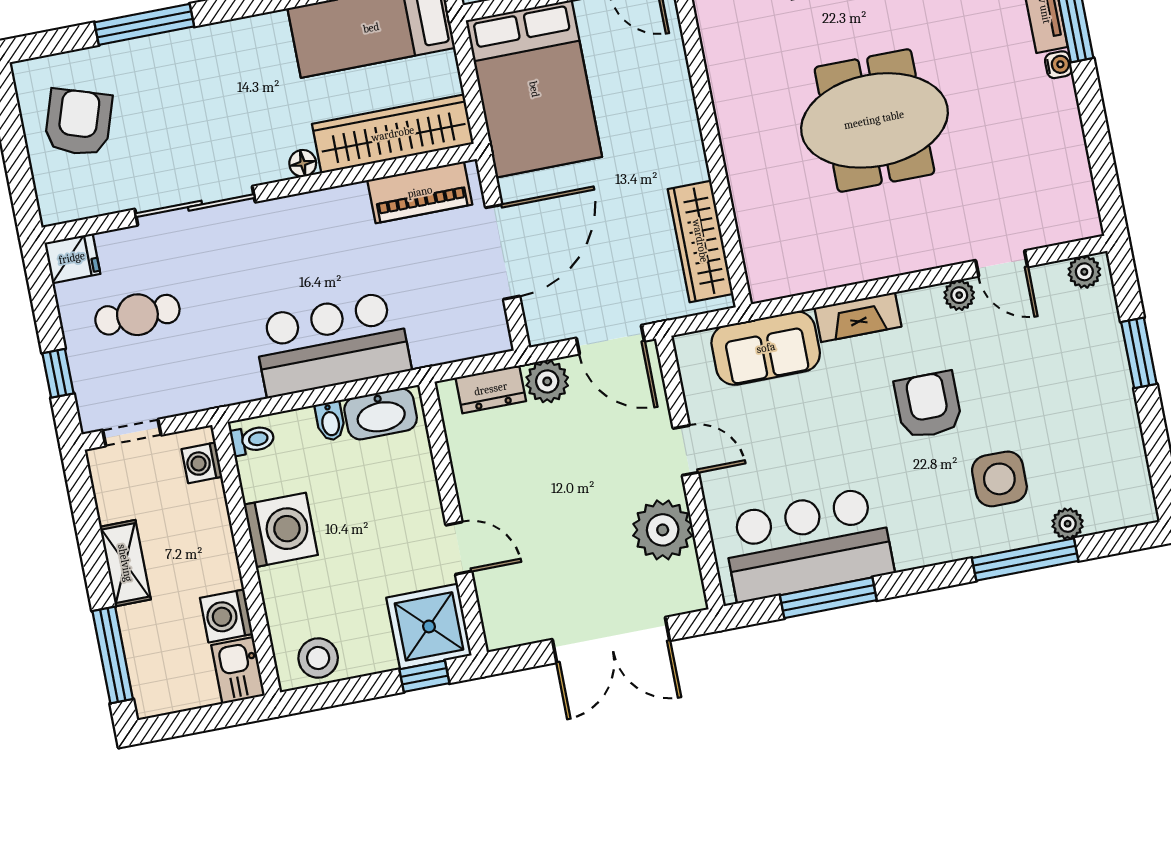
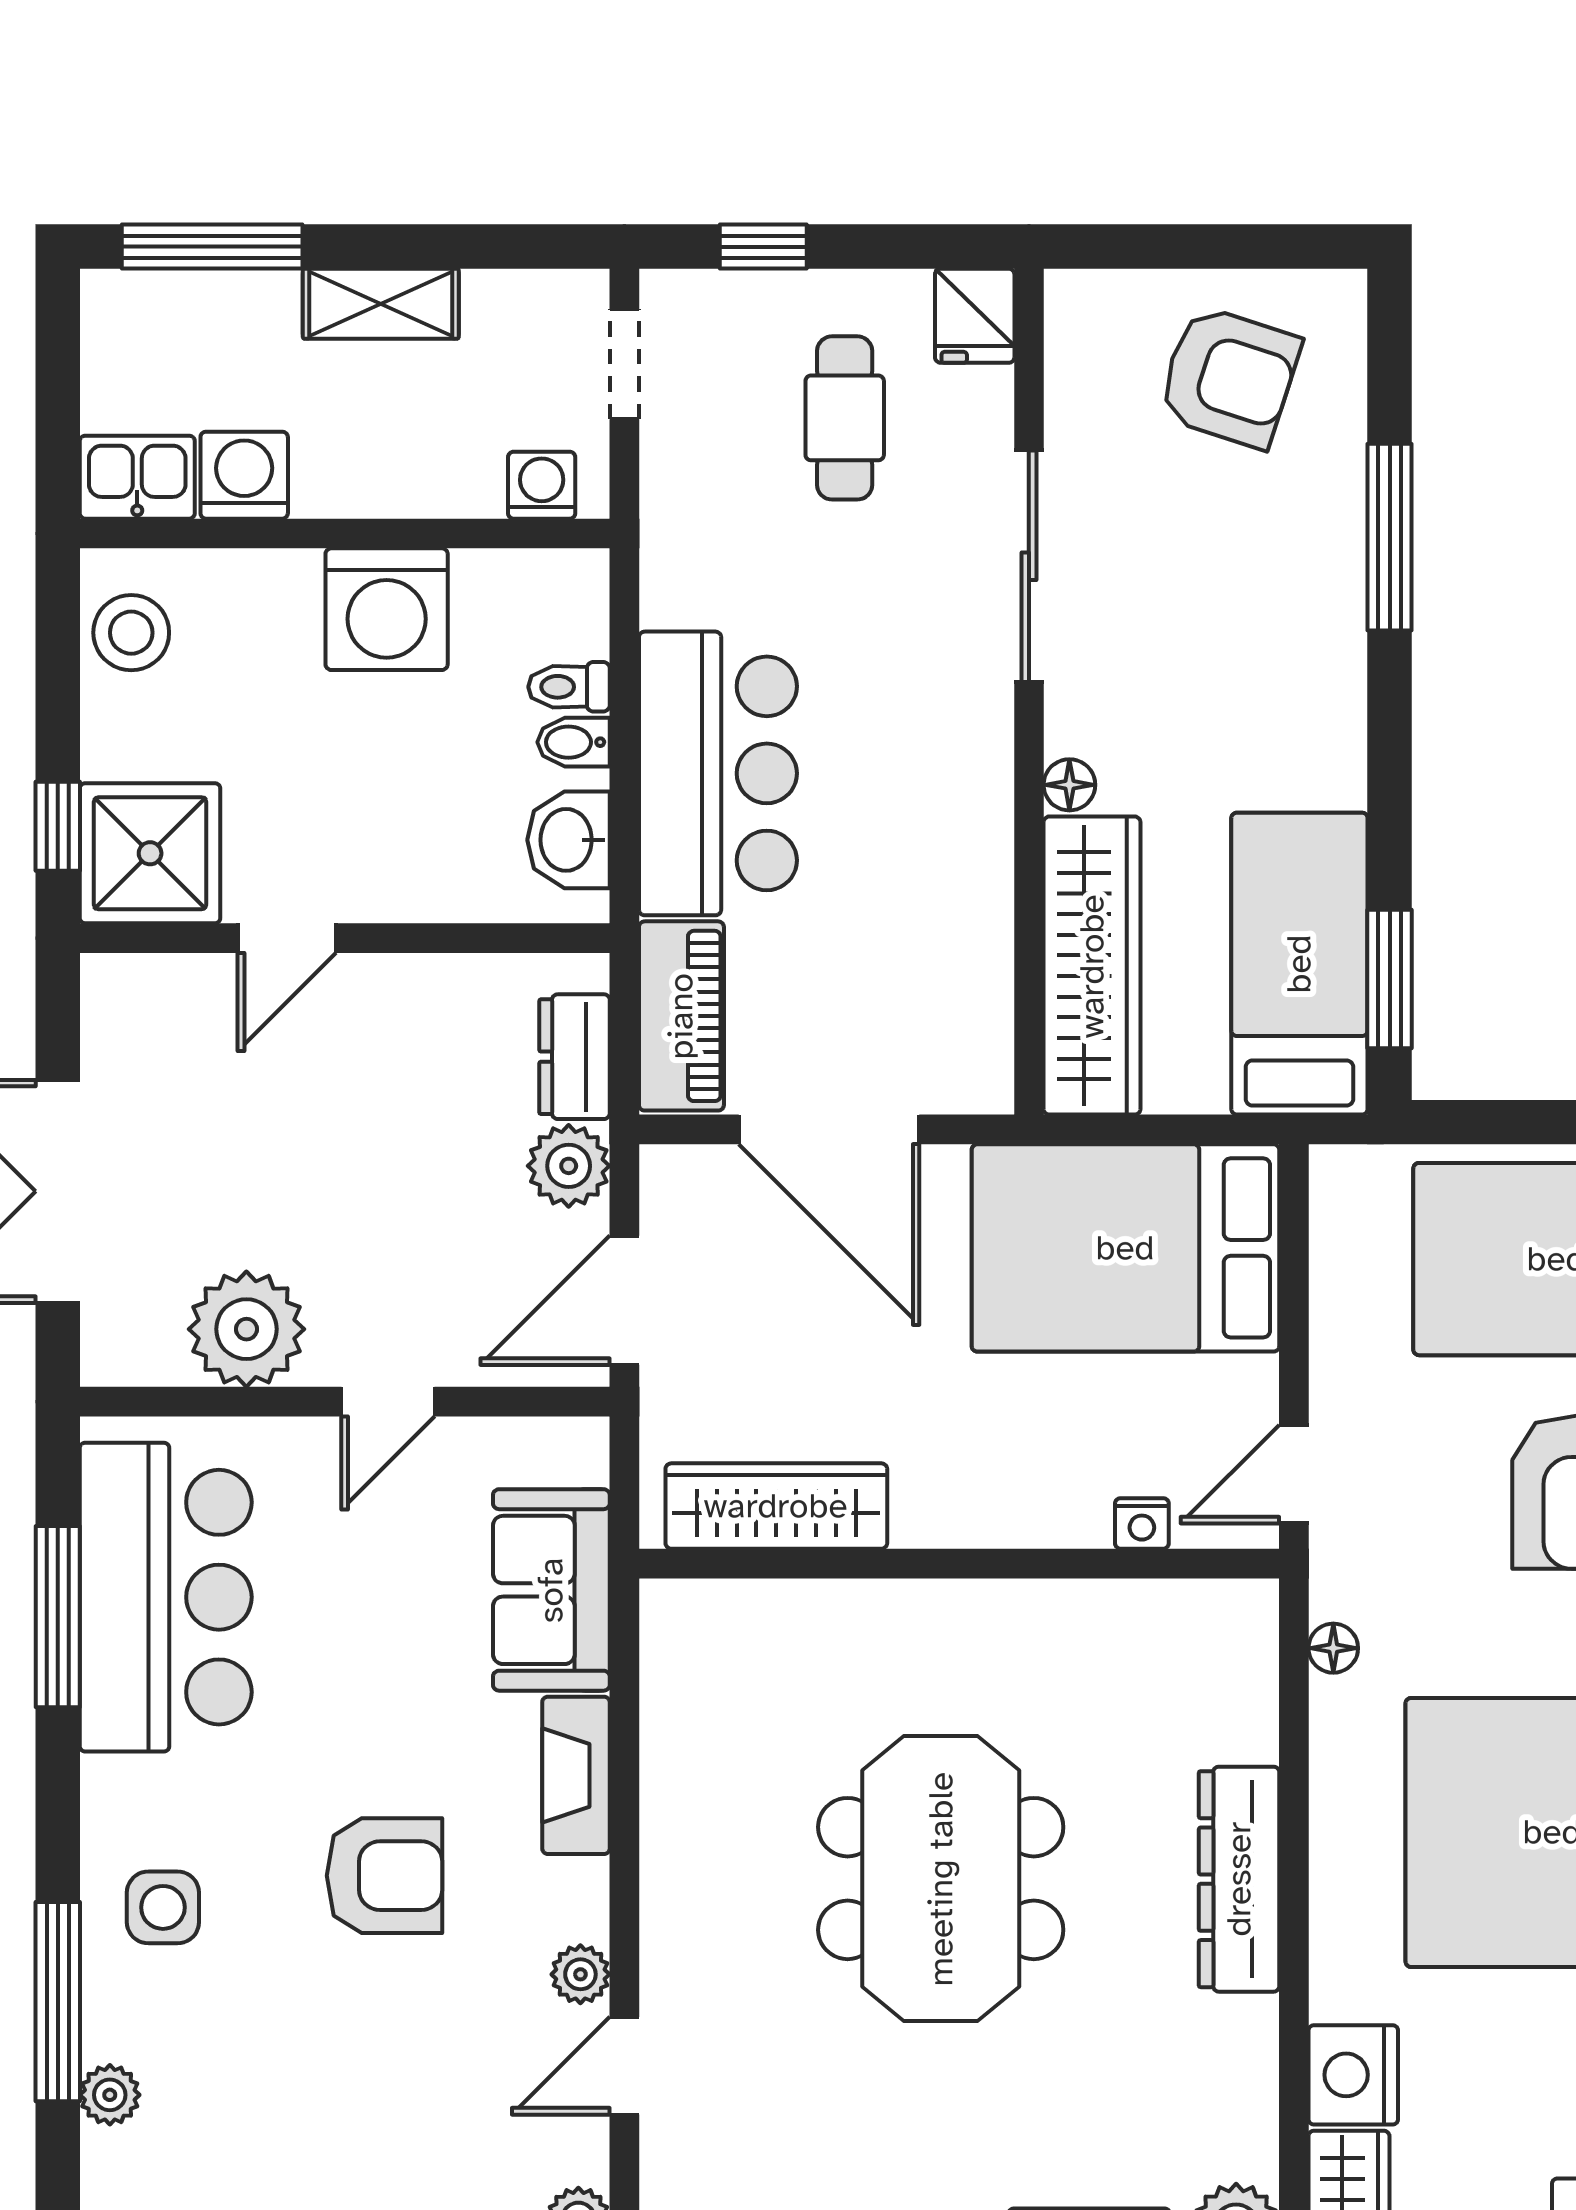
nightstand: (673, 53) -> (1142, 1523), added
piano: (420, 192) -> (681, 1016), moved, turned 180
washbasin: (381, 414) -> (569, 840), width x0.72
toilet: (252, 440) -> (569, 687), moved, turned 90
side table: (999, 479) -> (163, 1907), moved, width x0.73, depth x0.73

